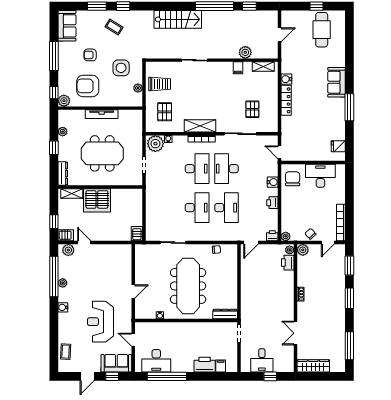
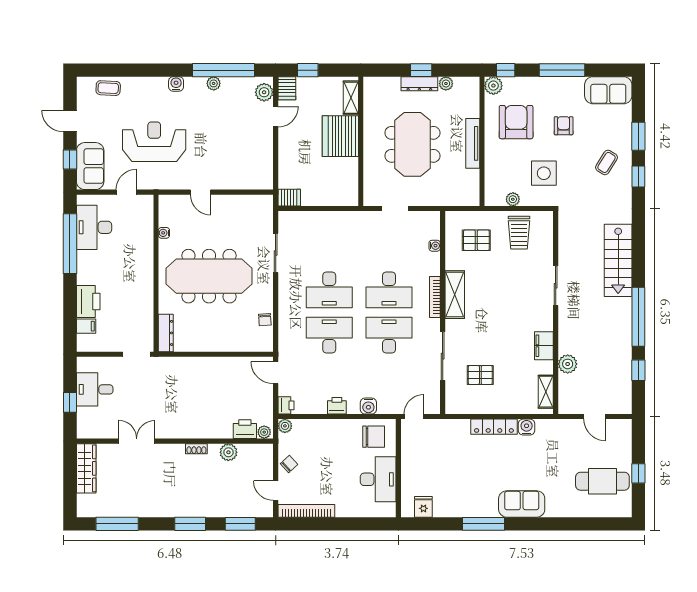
filing cabinet: (238, 68) -> (544, 346), width x2.00
plant: (155, 144) -> (427, 226), removed
dresser: (63, 174) -> (419, 84), moved
desk: (226, 208) -> (329, 335), turned 180
plant: (303, 250) -> (228, 452), moved

